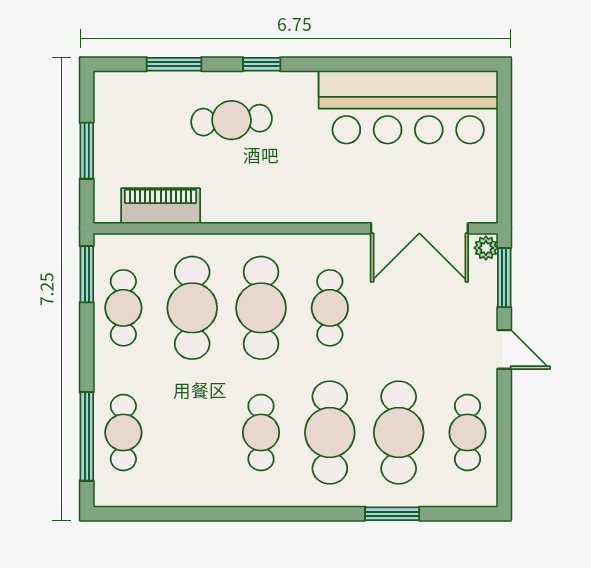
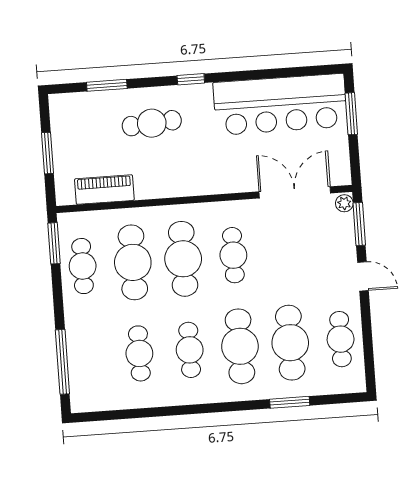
window: (262, 64) -> (191, 79), moved
window: (504, 127) -> (351, 114), added
double door: (419, 228) -> (295, 192), swing flipped
cafe table: (123, 433) -> (139, 353), moved

